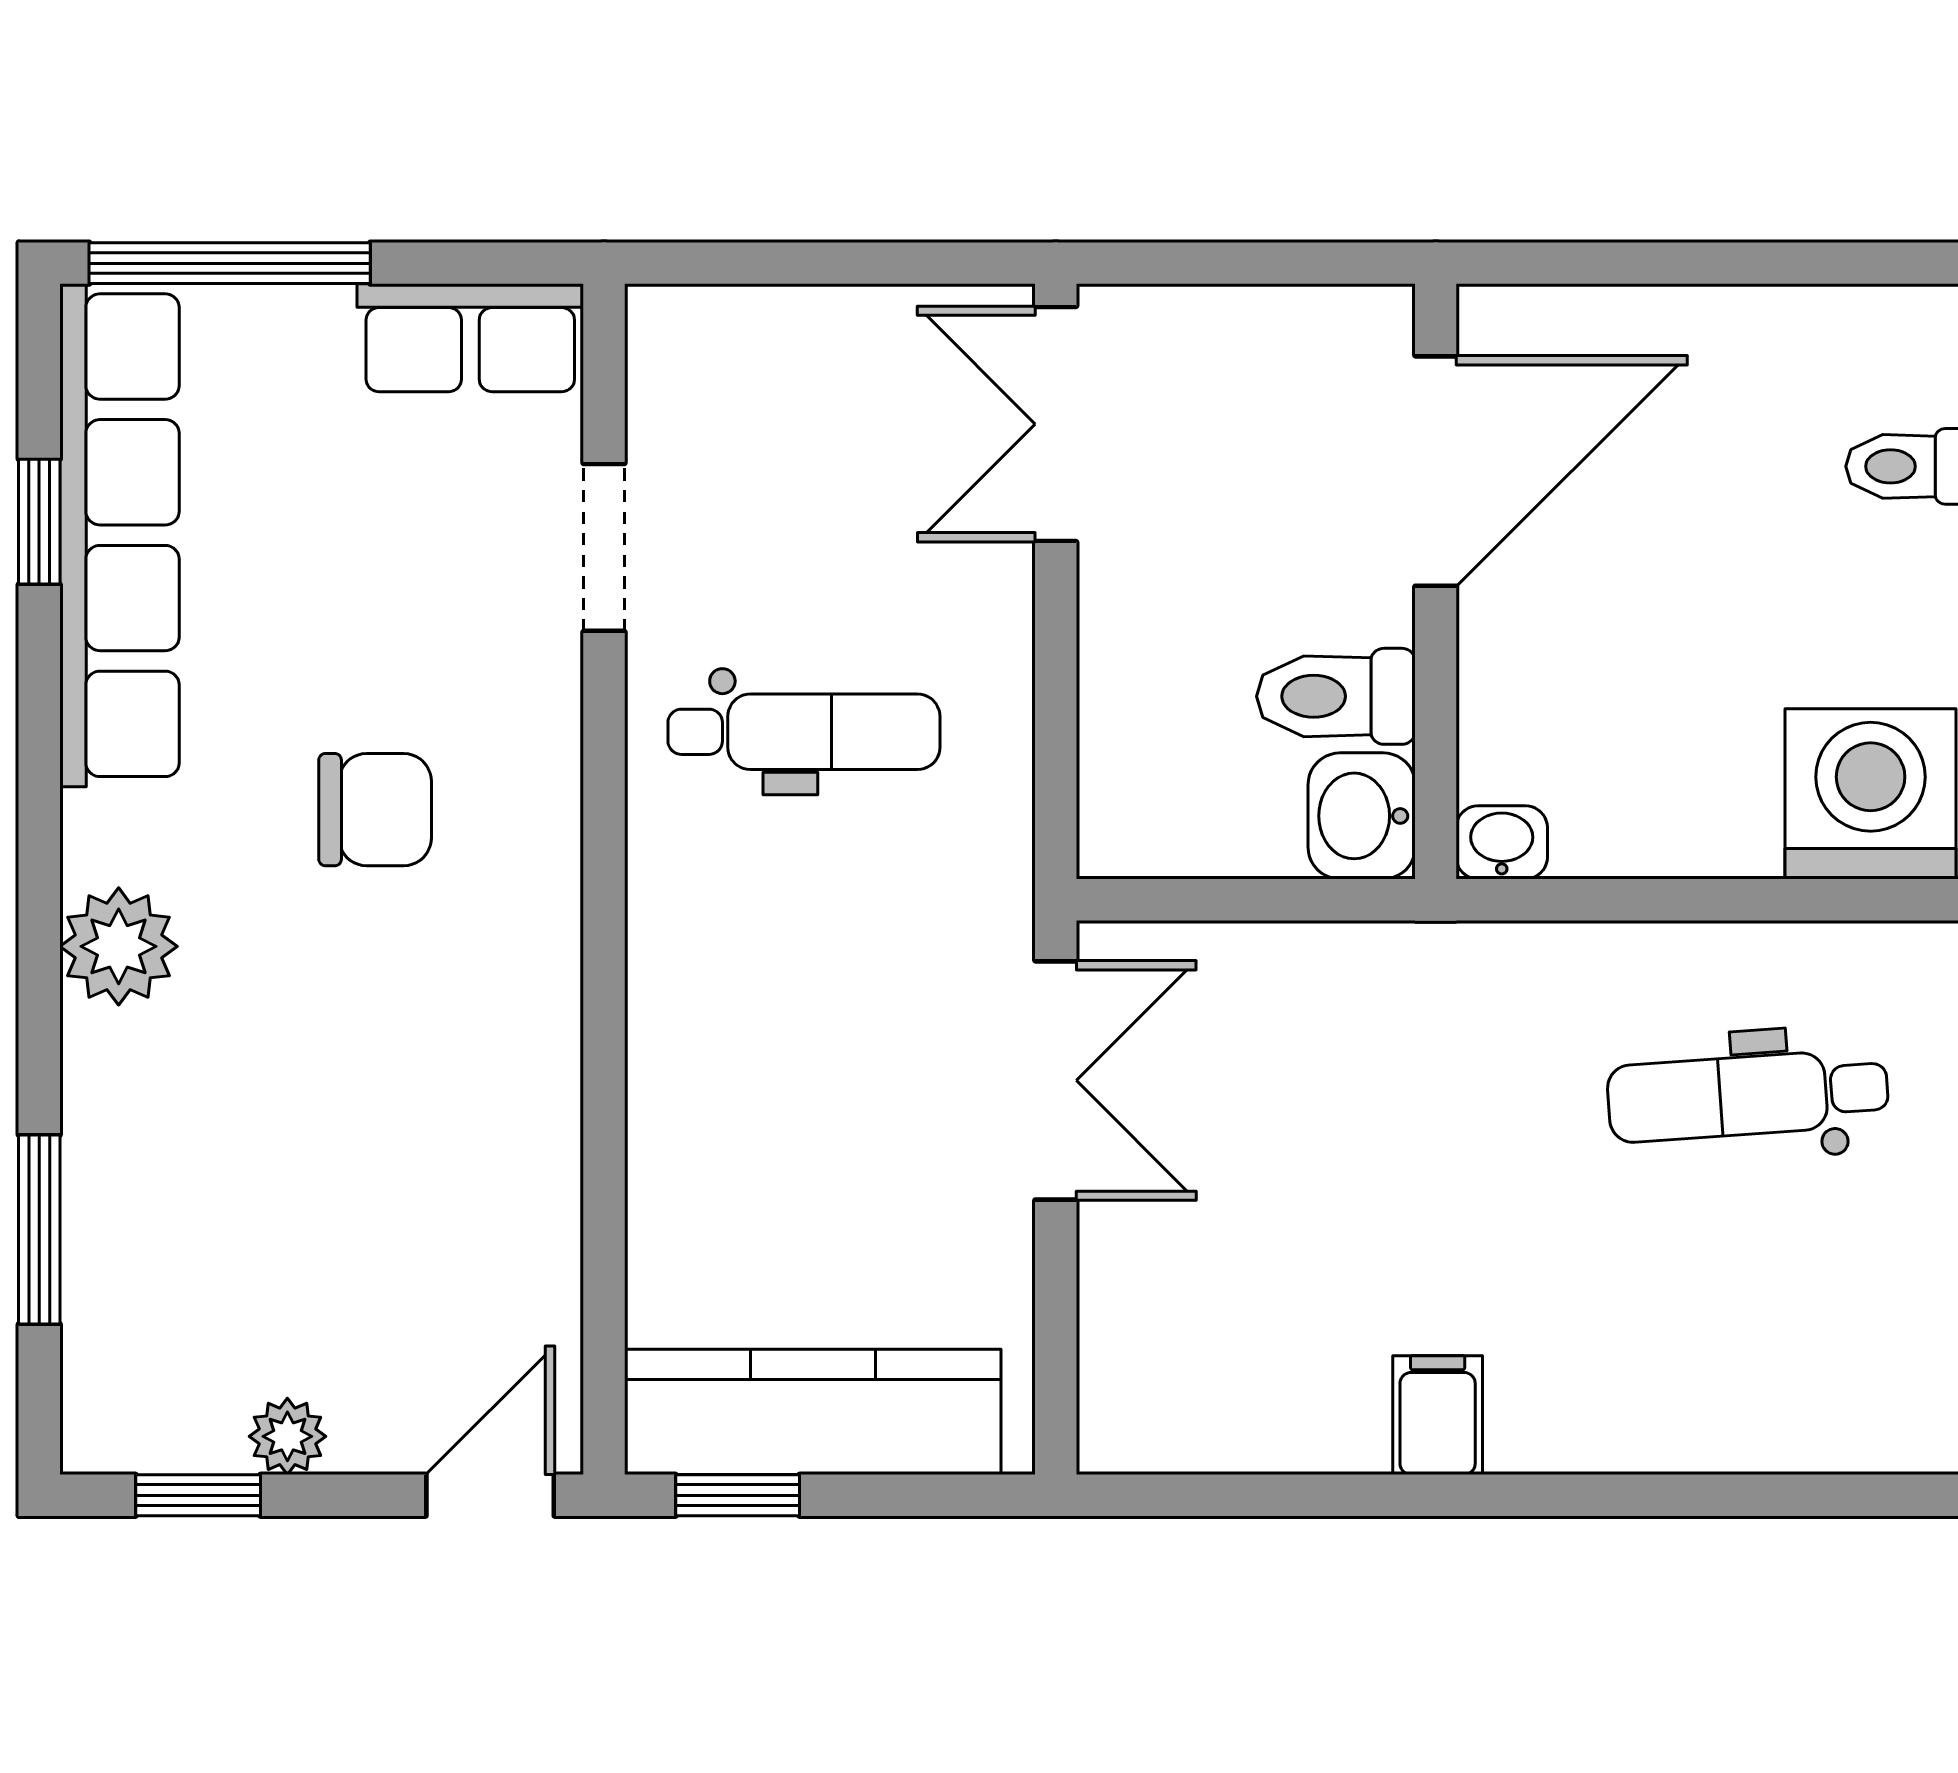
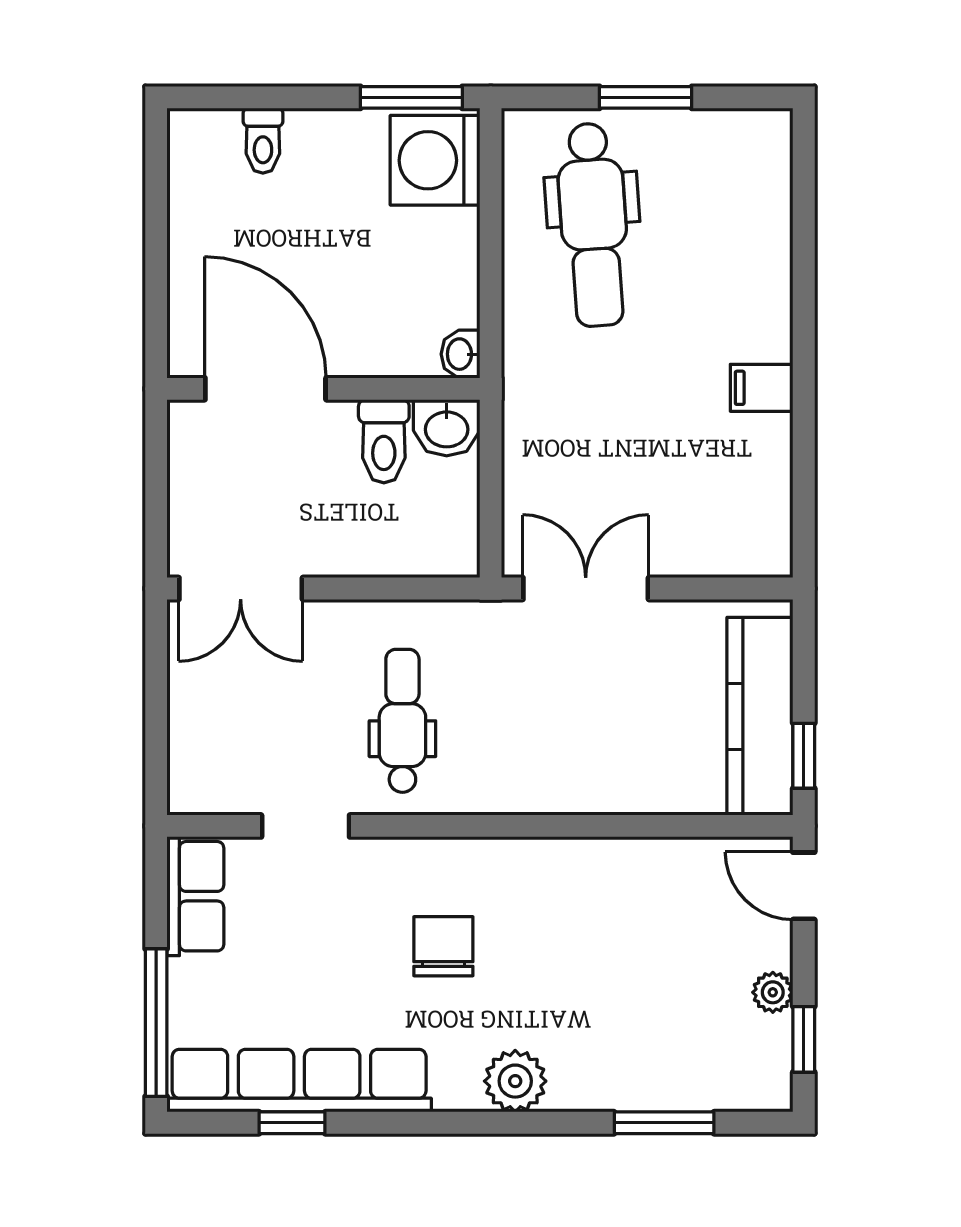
dental chair: (1748, 1096) -> (594, 225), width x1.36, depth x1.38

